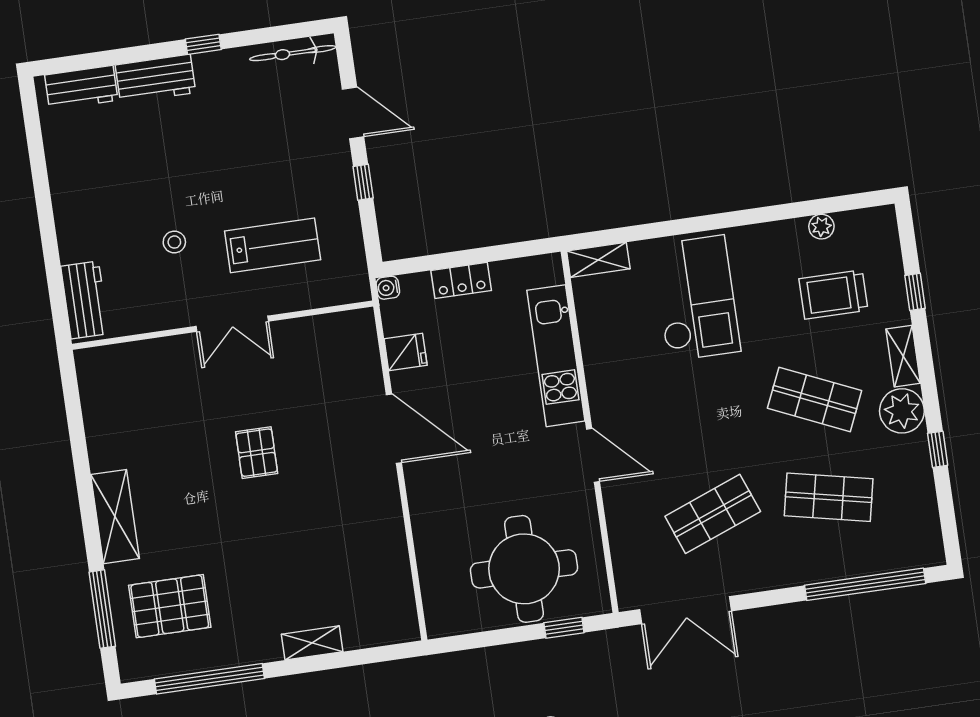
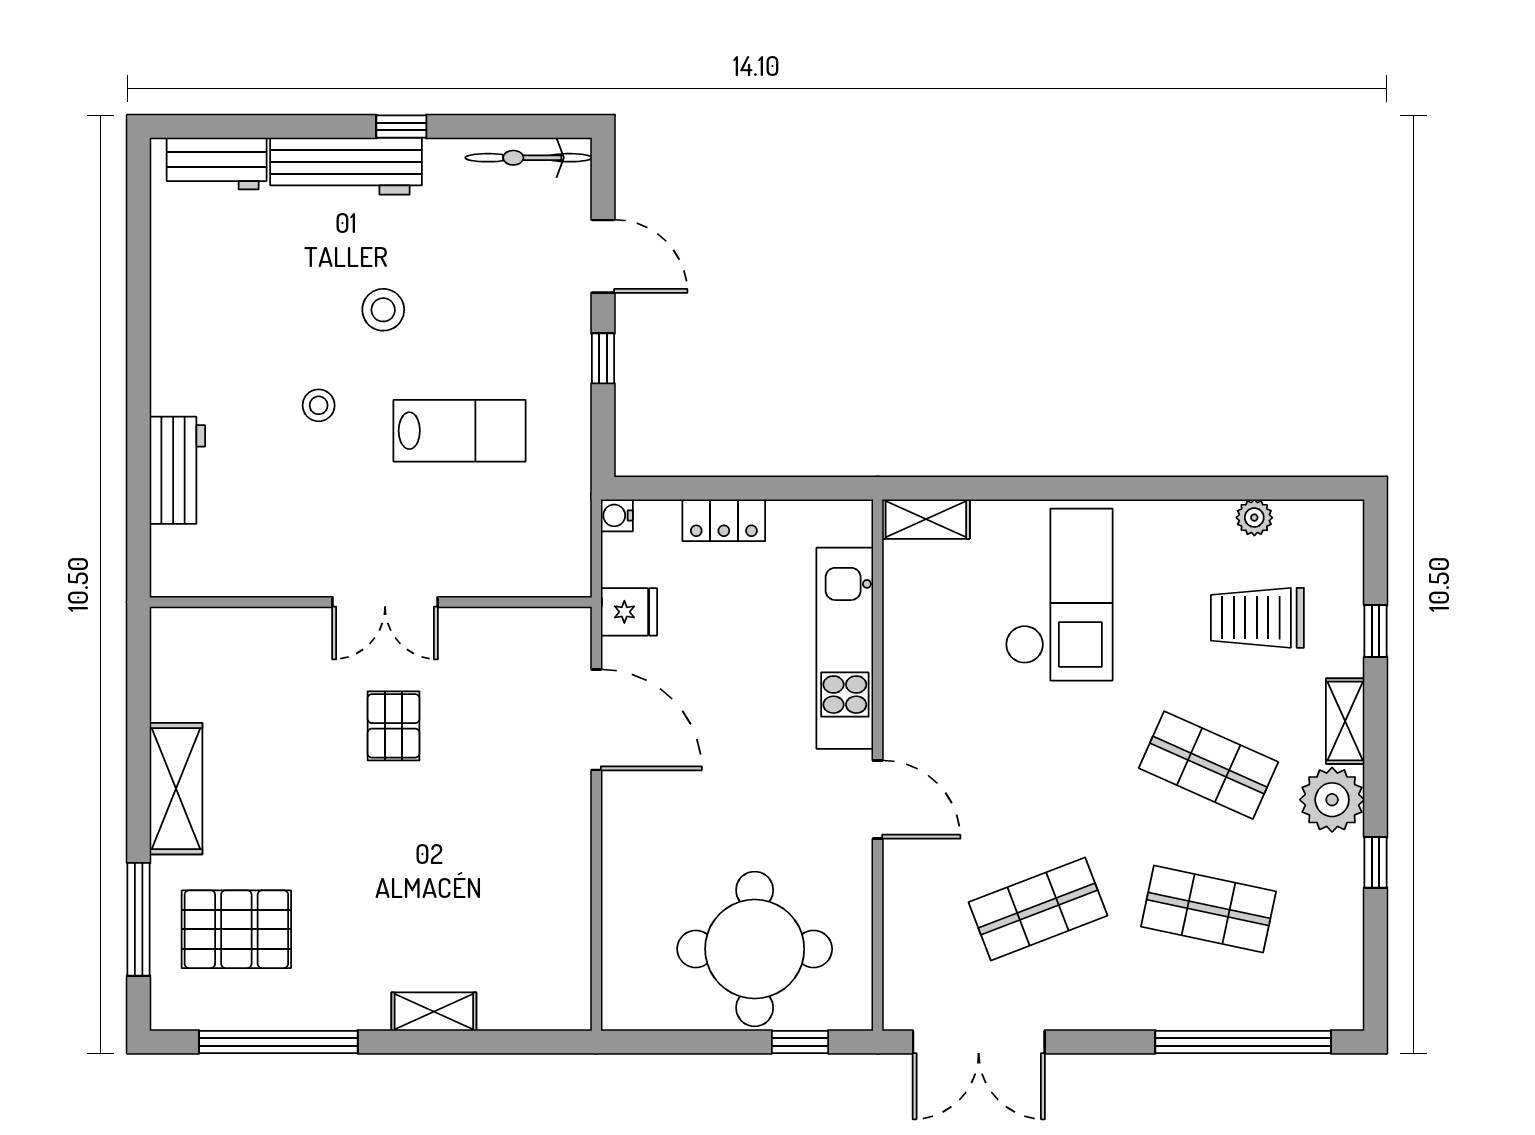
workbench: (155, 79) -> (346, 166), width x1.37
stool: (209, 171) -> (383, 310), added
double door: (232, 324) -> (385, 602), moved
wall: (223, 325) -> (371, 602), moved

